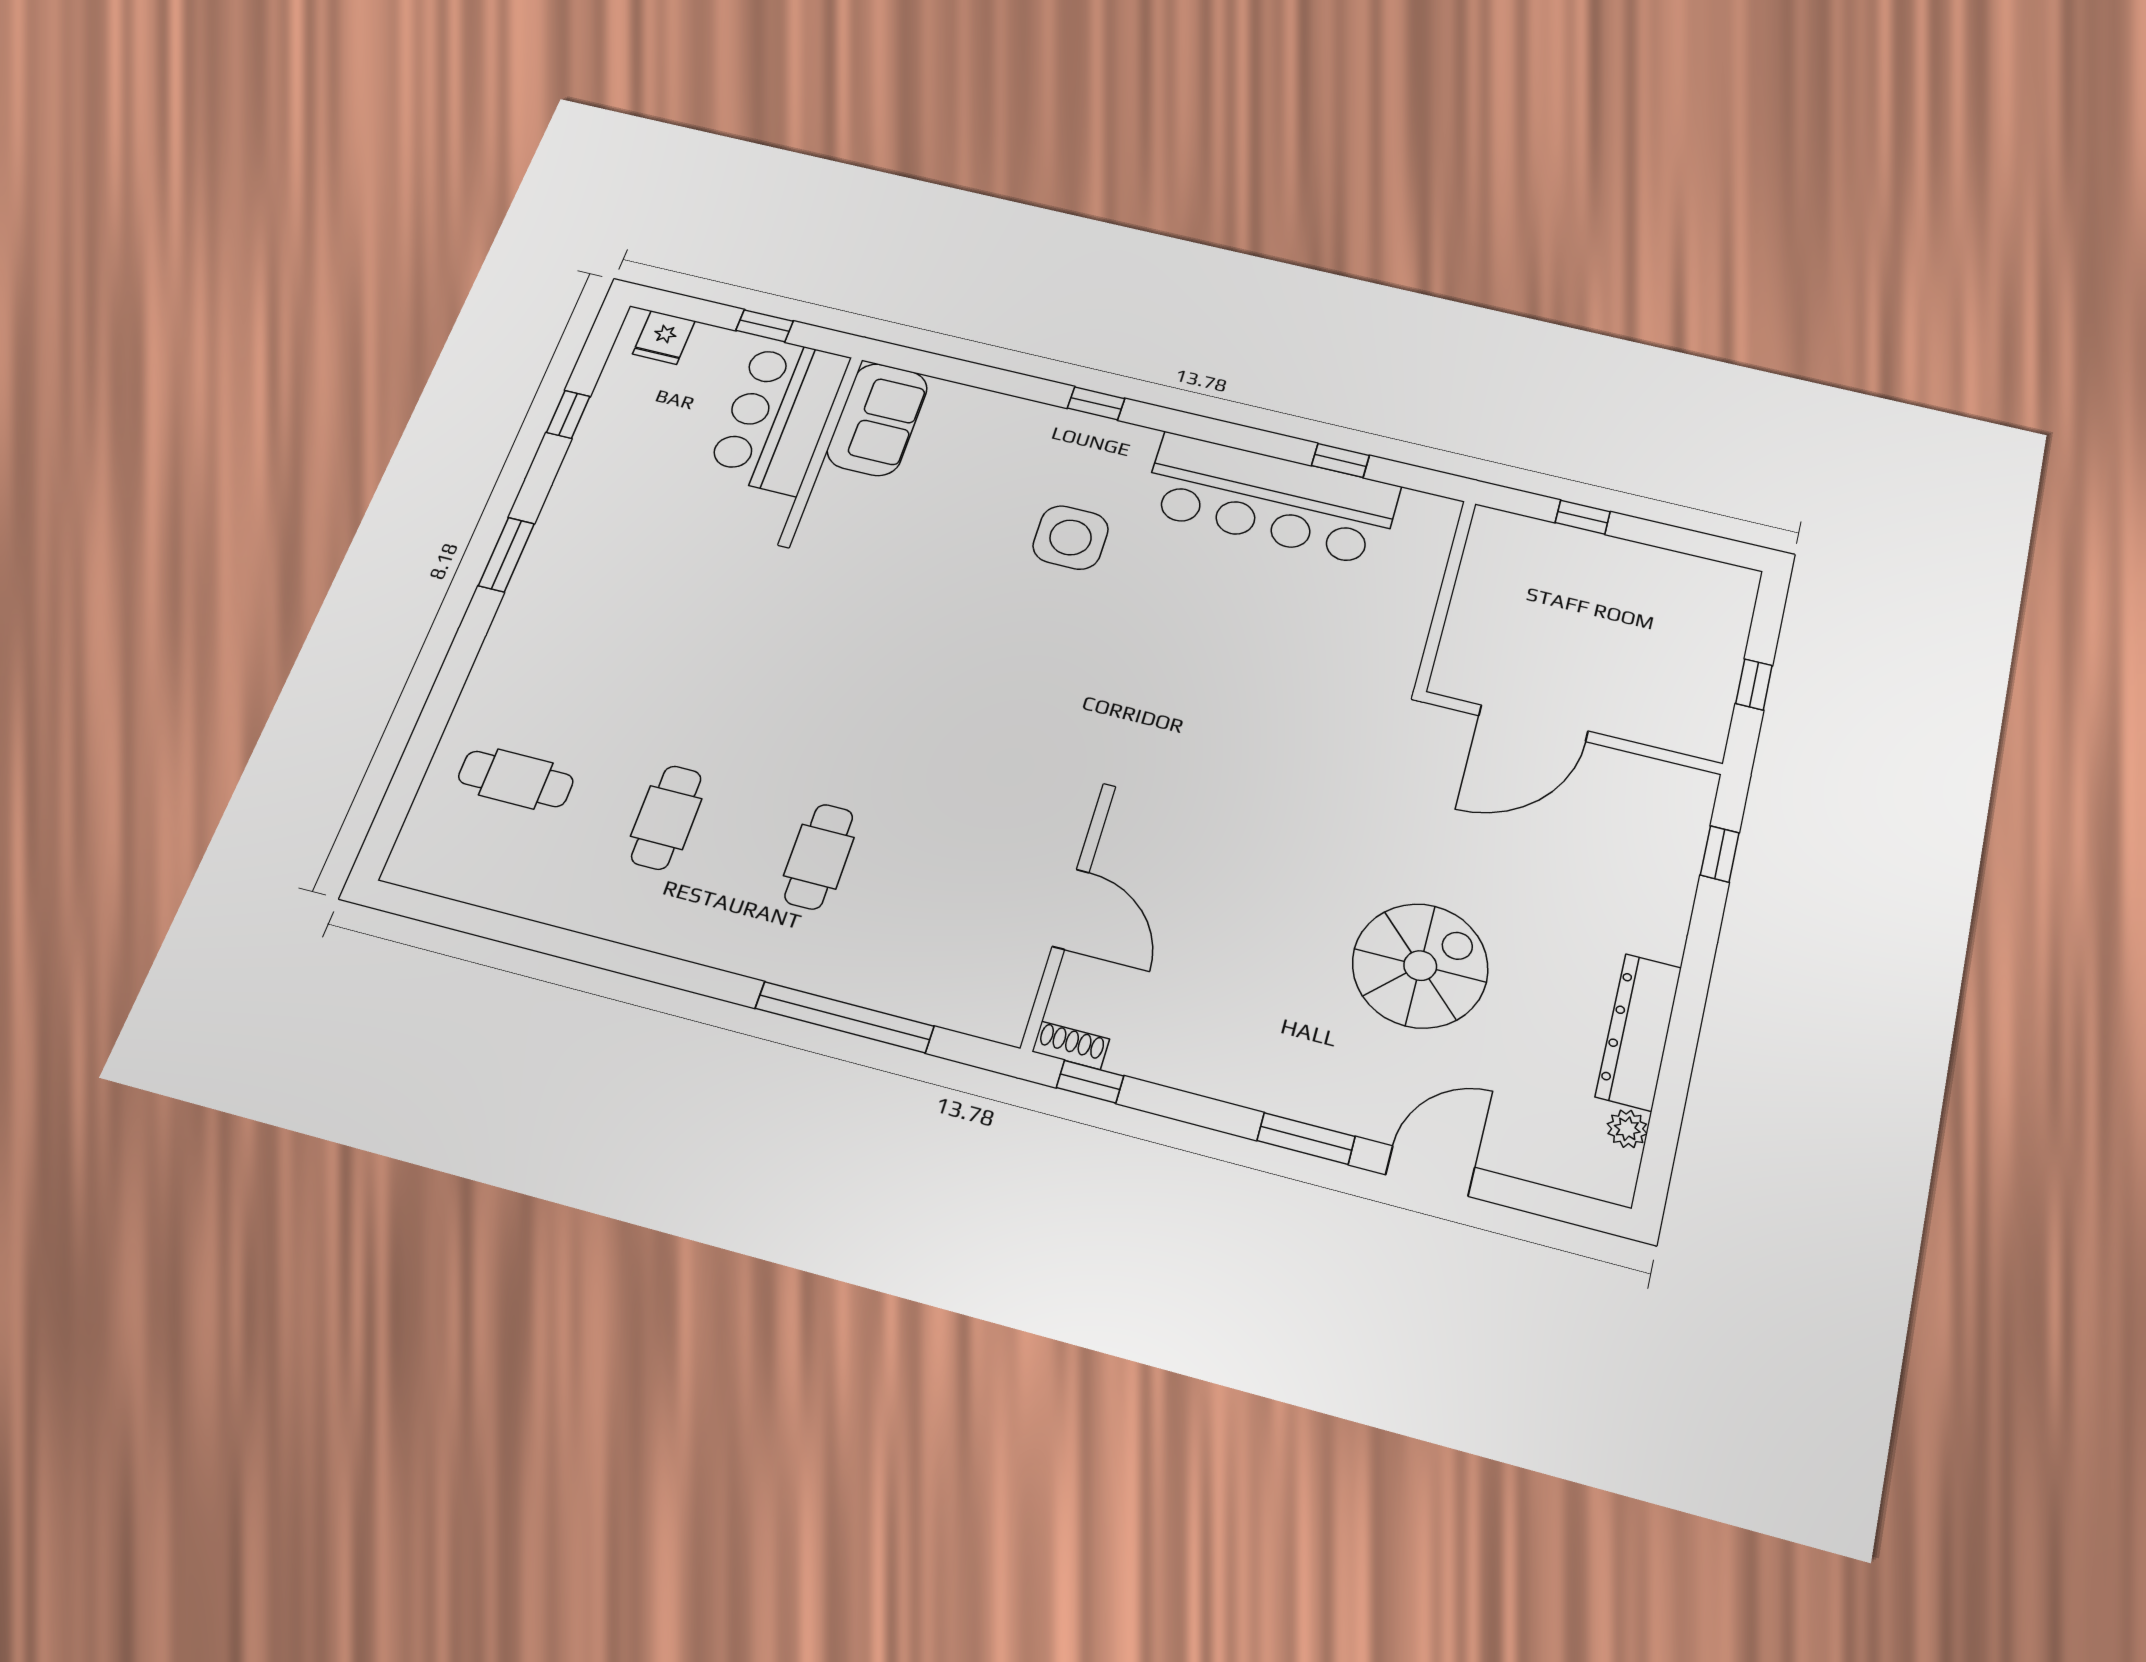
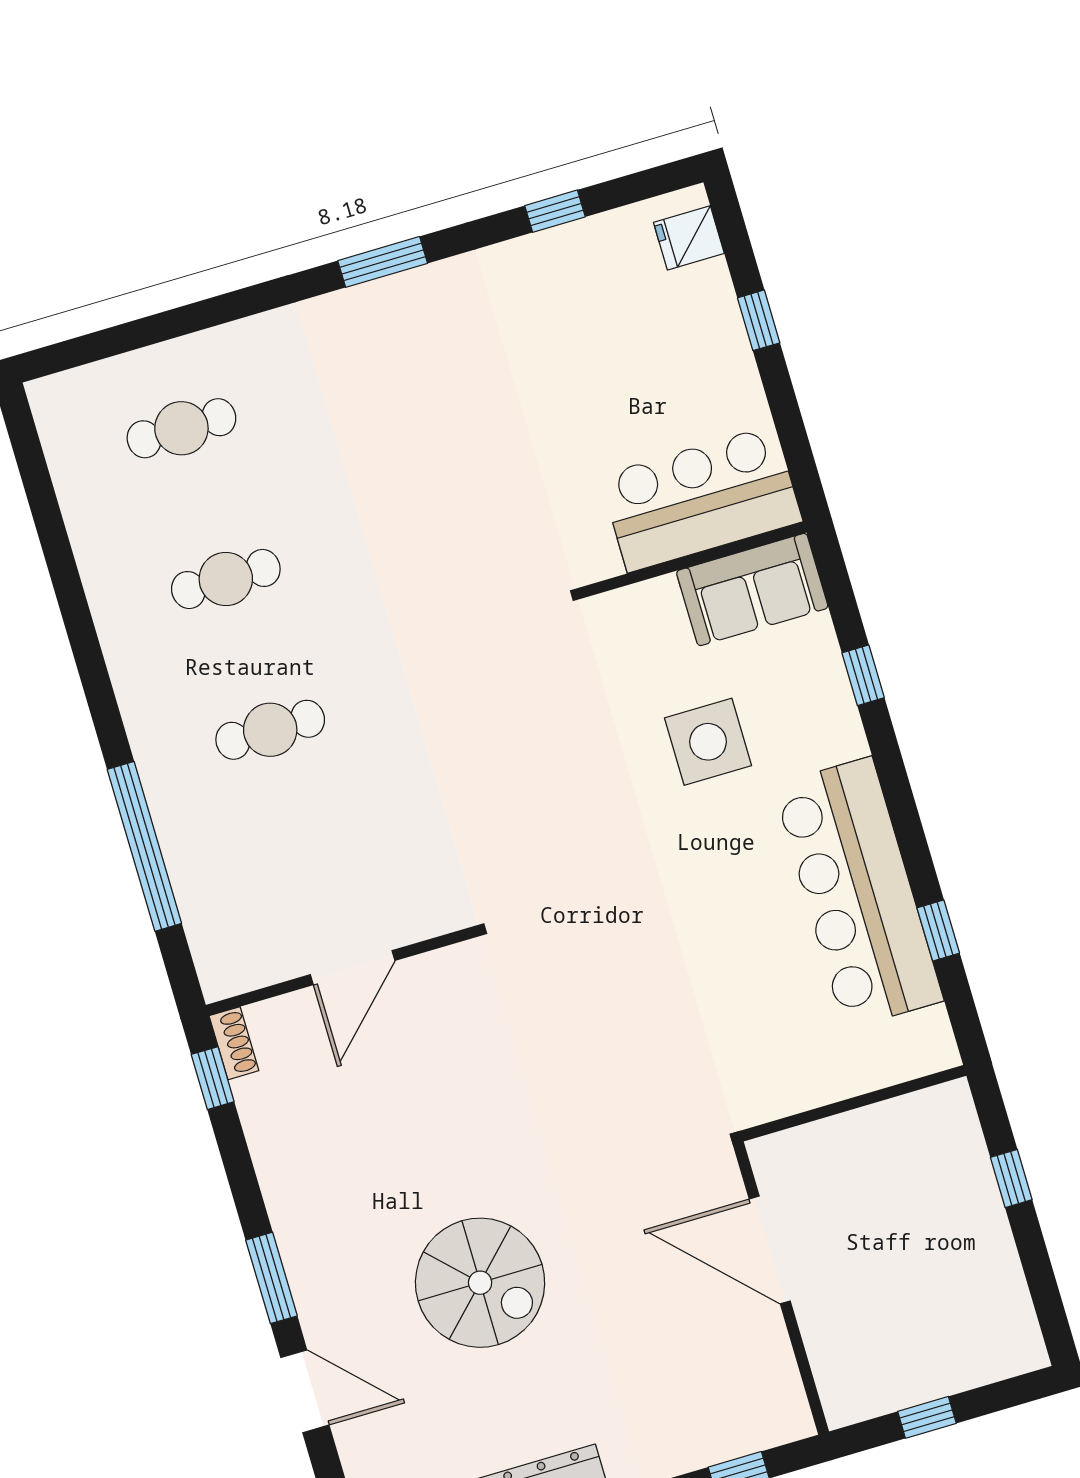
bar counter: (779, 416) -> (701, 499), moved
sofa: (877, 419) -> (752, 589), moved
wall: (822, 446) -> (694, 560), moved
cafe table: (516, 779) -> (181, 428), turned 90

